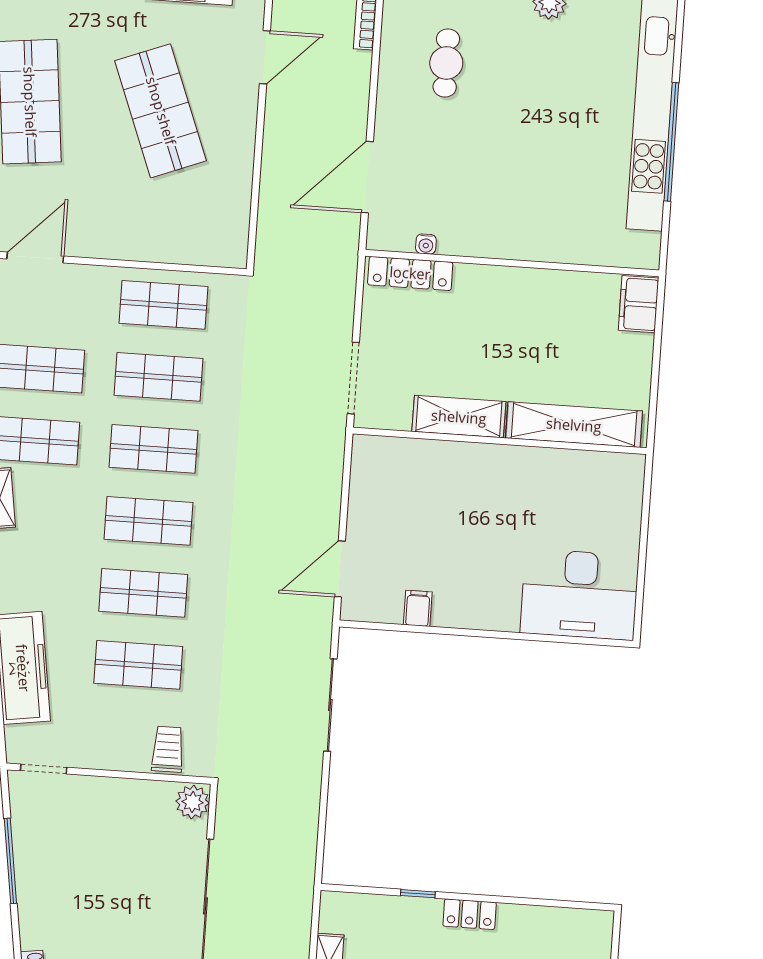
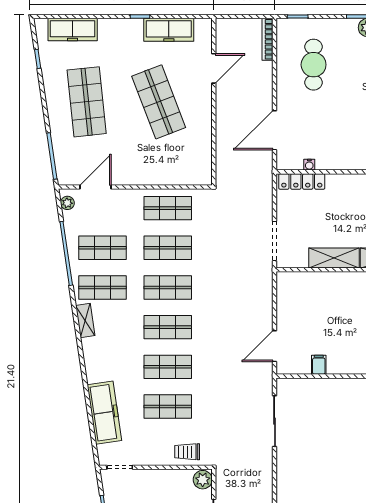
cafe table: (446, 63) -> (314, 65), width x1.37, depth x1.35
trolley: (168, 749) -> (187, 452), turned -90

